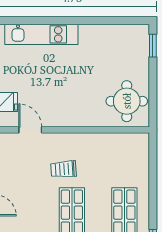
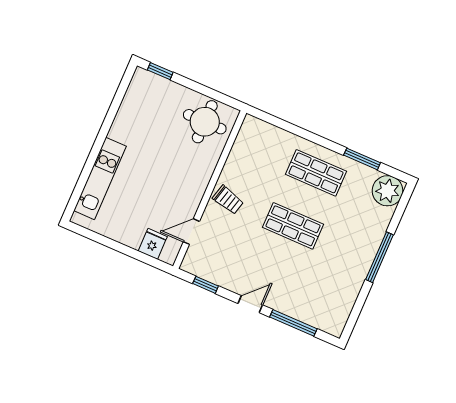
trolley: (64, 169) -> (228, 200), moved, turned -71

